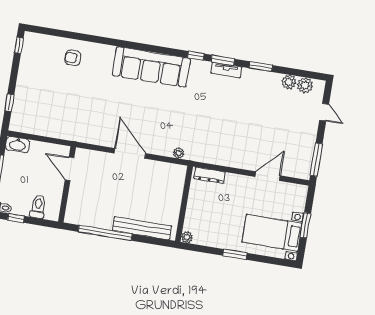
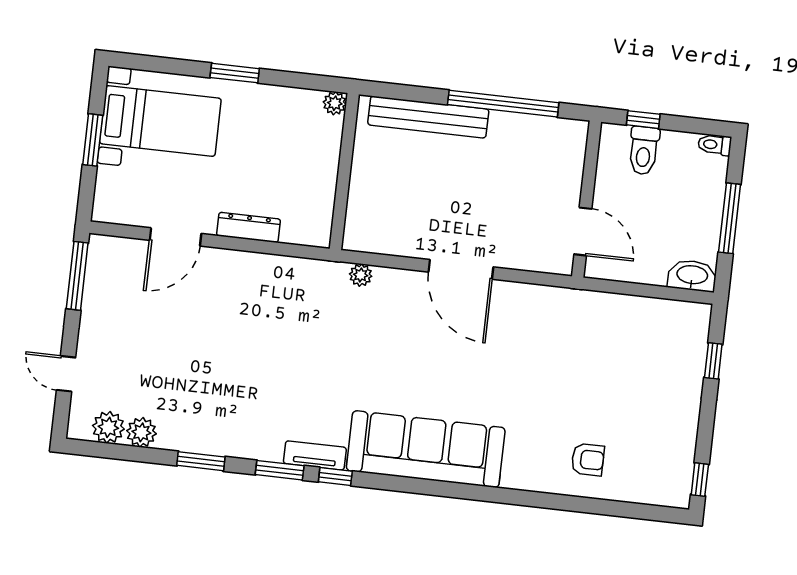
tv unit: (226, 70) -> (315, 455), moved
dresser: (210, 175) -> (248, 227), moved
window: (16, 218) -> (643, 120), moved

